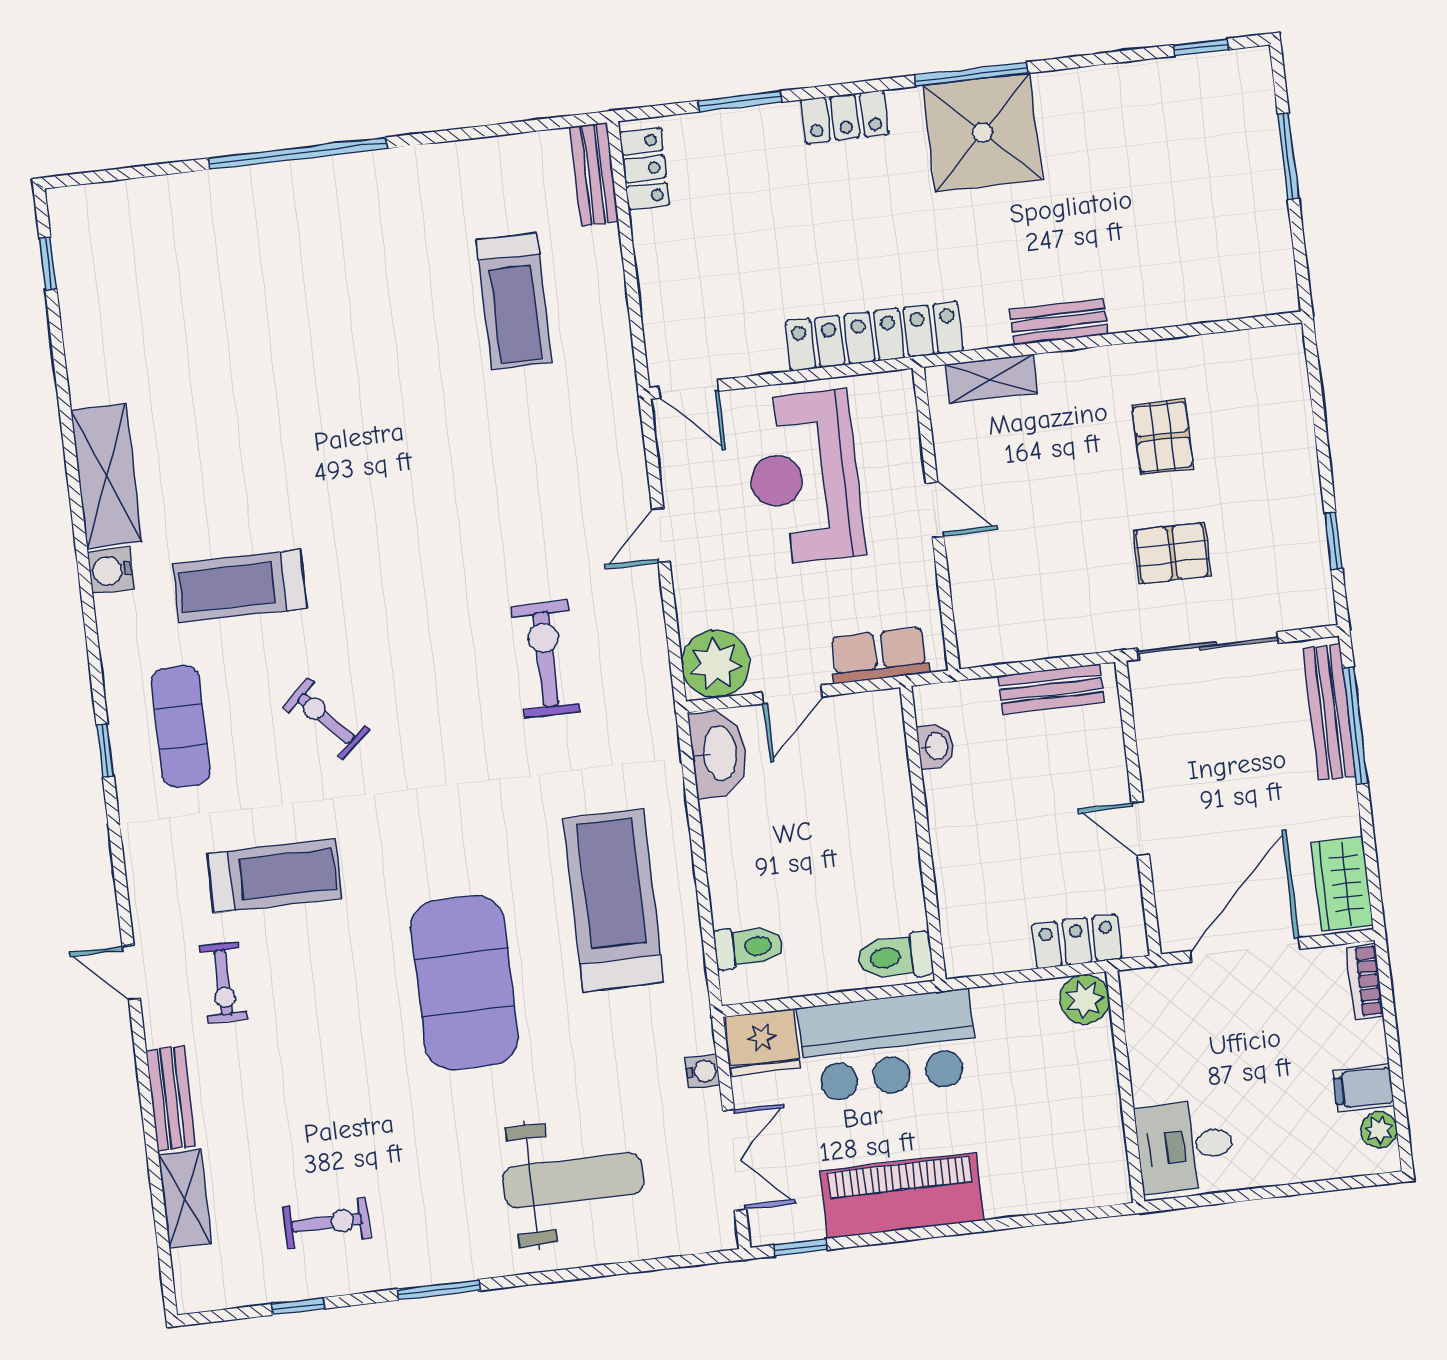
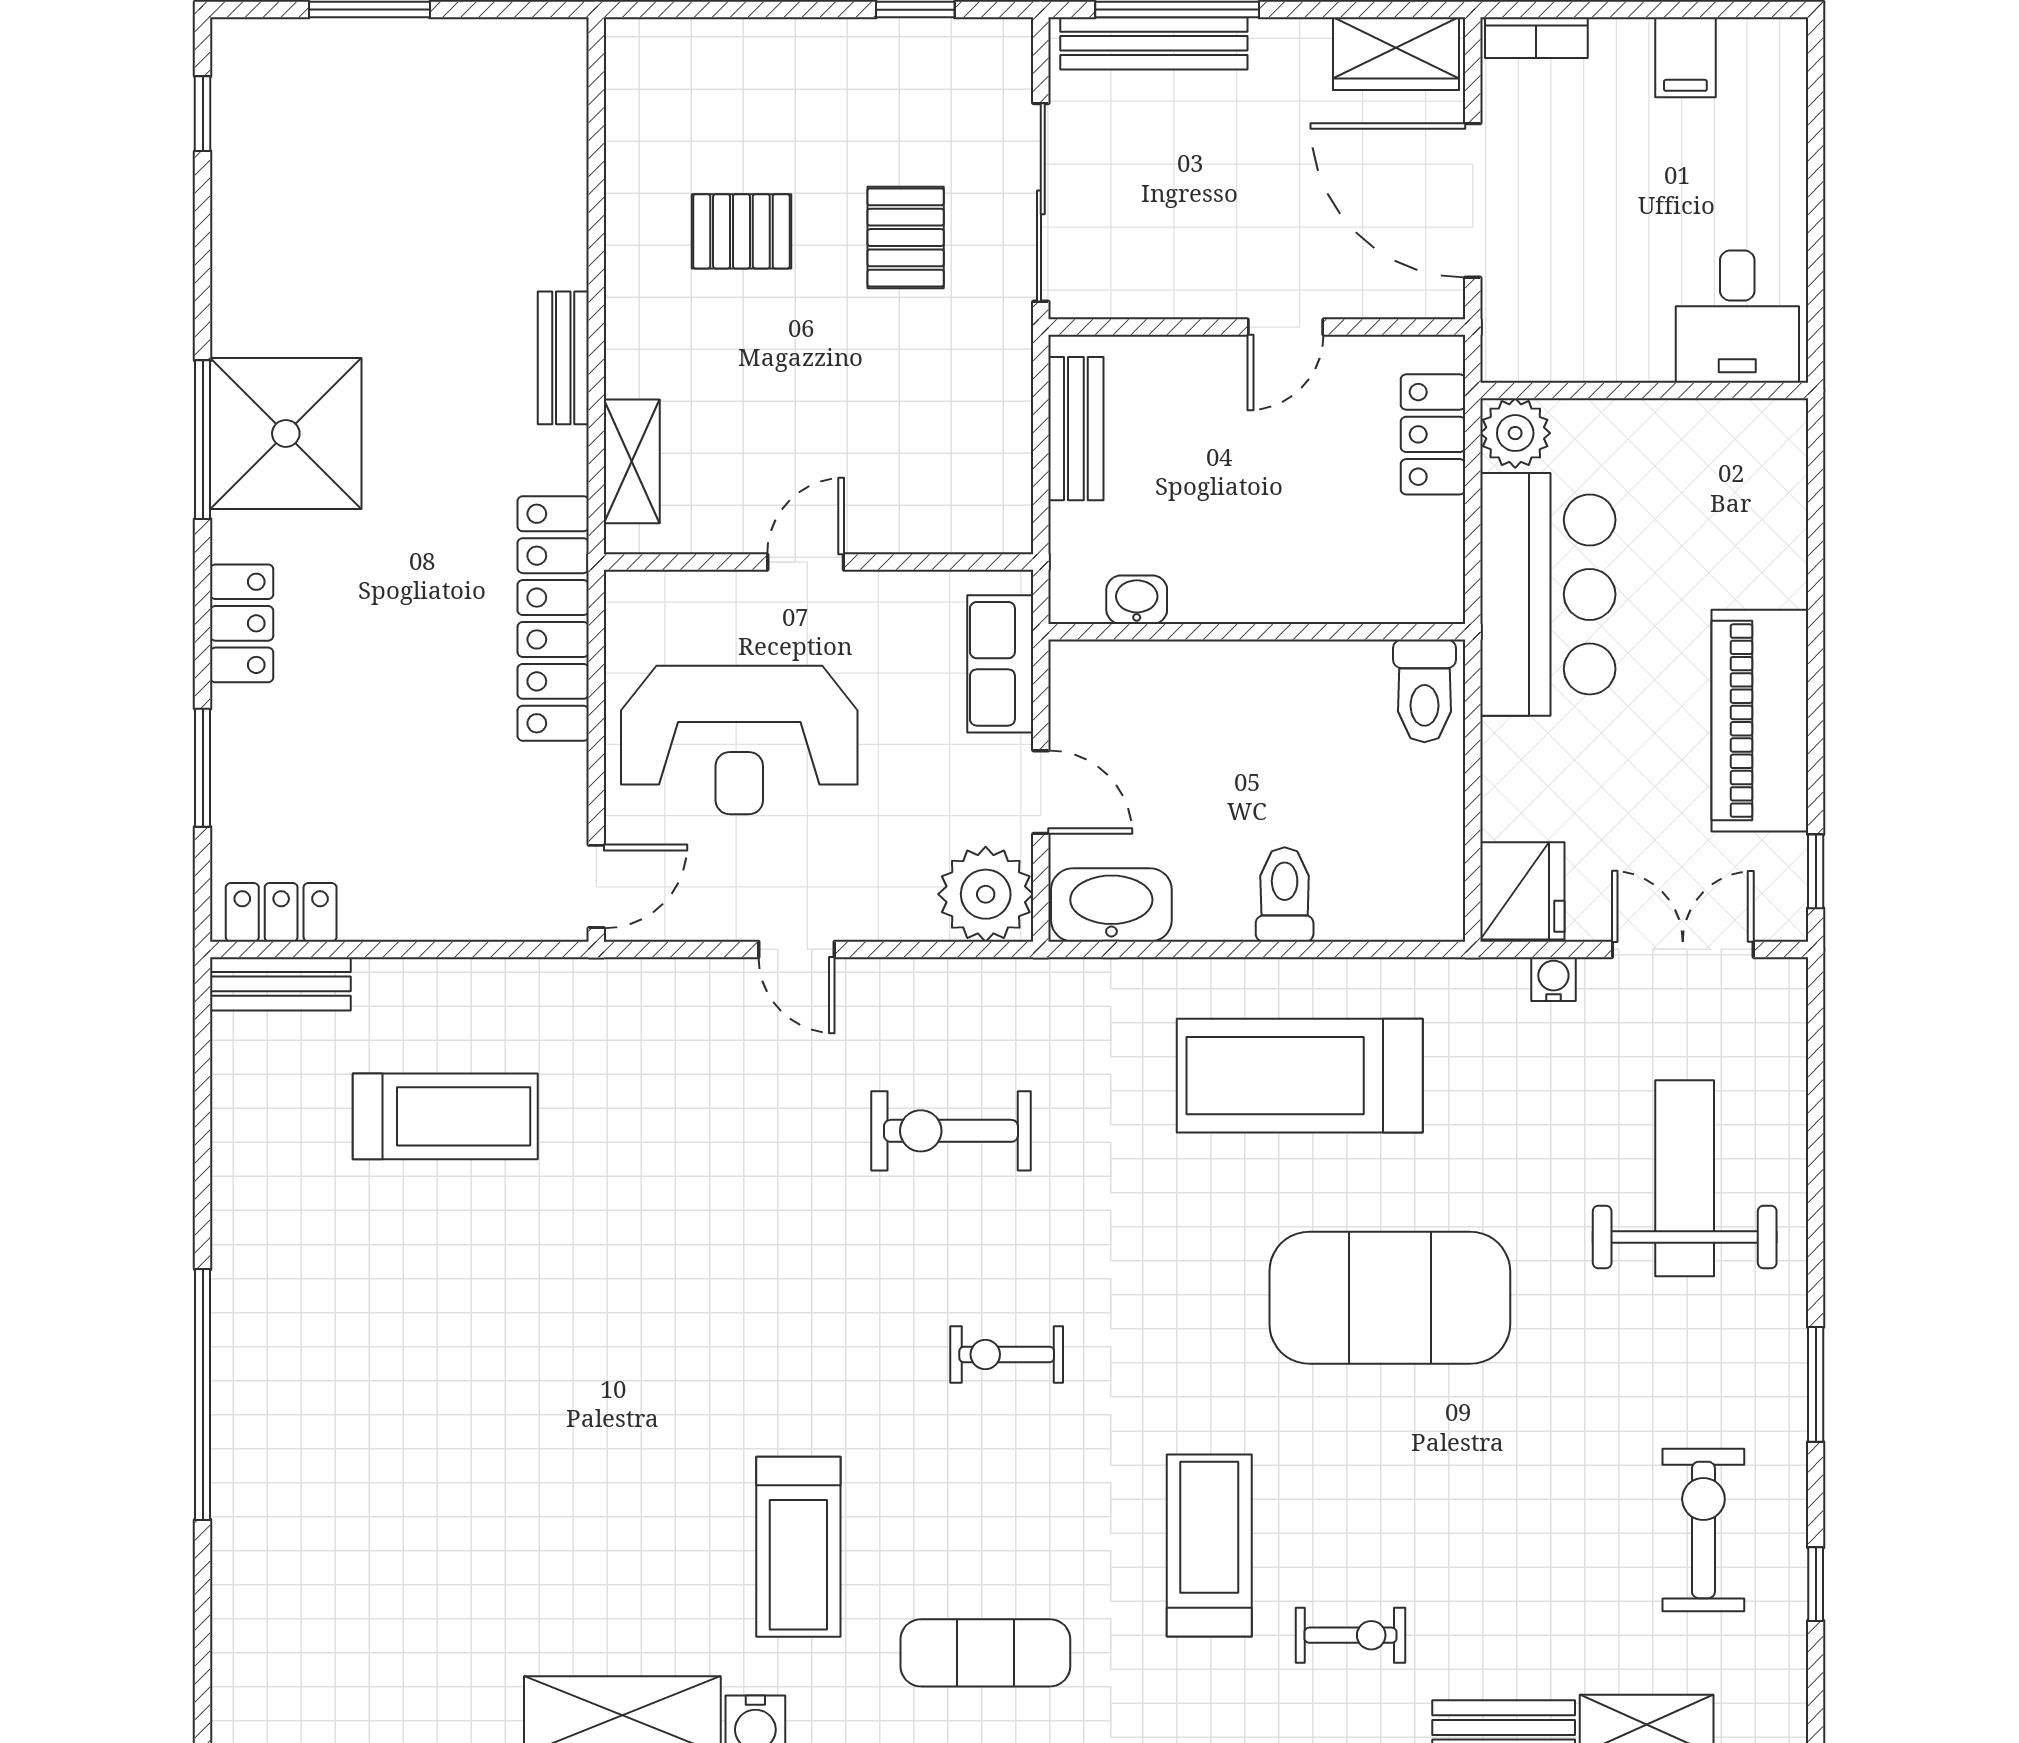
exercise bike: (326, 719) -> (1007, 1354), moved, turned 43
toilet: (749, 947) -> (1285, 894), moved
bar counter: (888, 1046) -> (1548, 594), moved
plant: (1379, 1130) -> (1746, 43), removed
exercise bike: (327, 1223) -> (1703, 1530), width x1.38, depth x1.39

